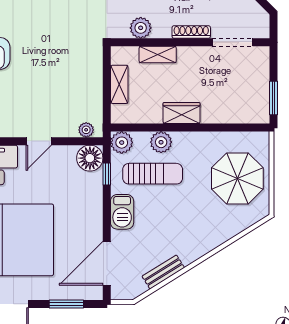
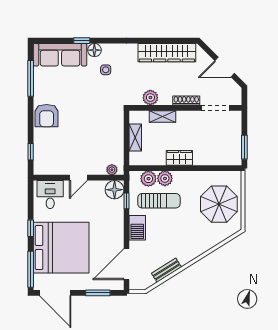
plant: (122, 143) -> (148, 179), moved

